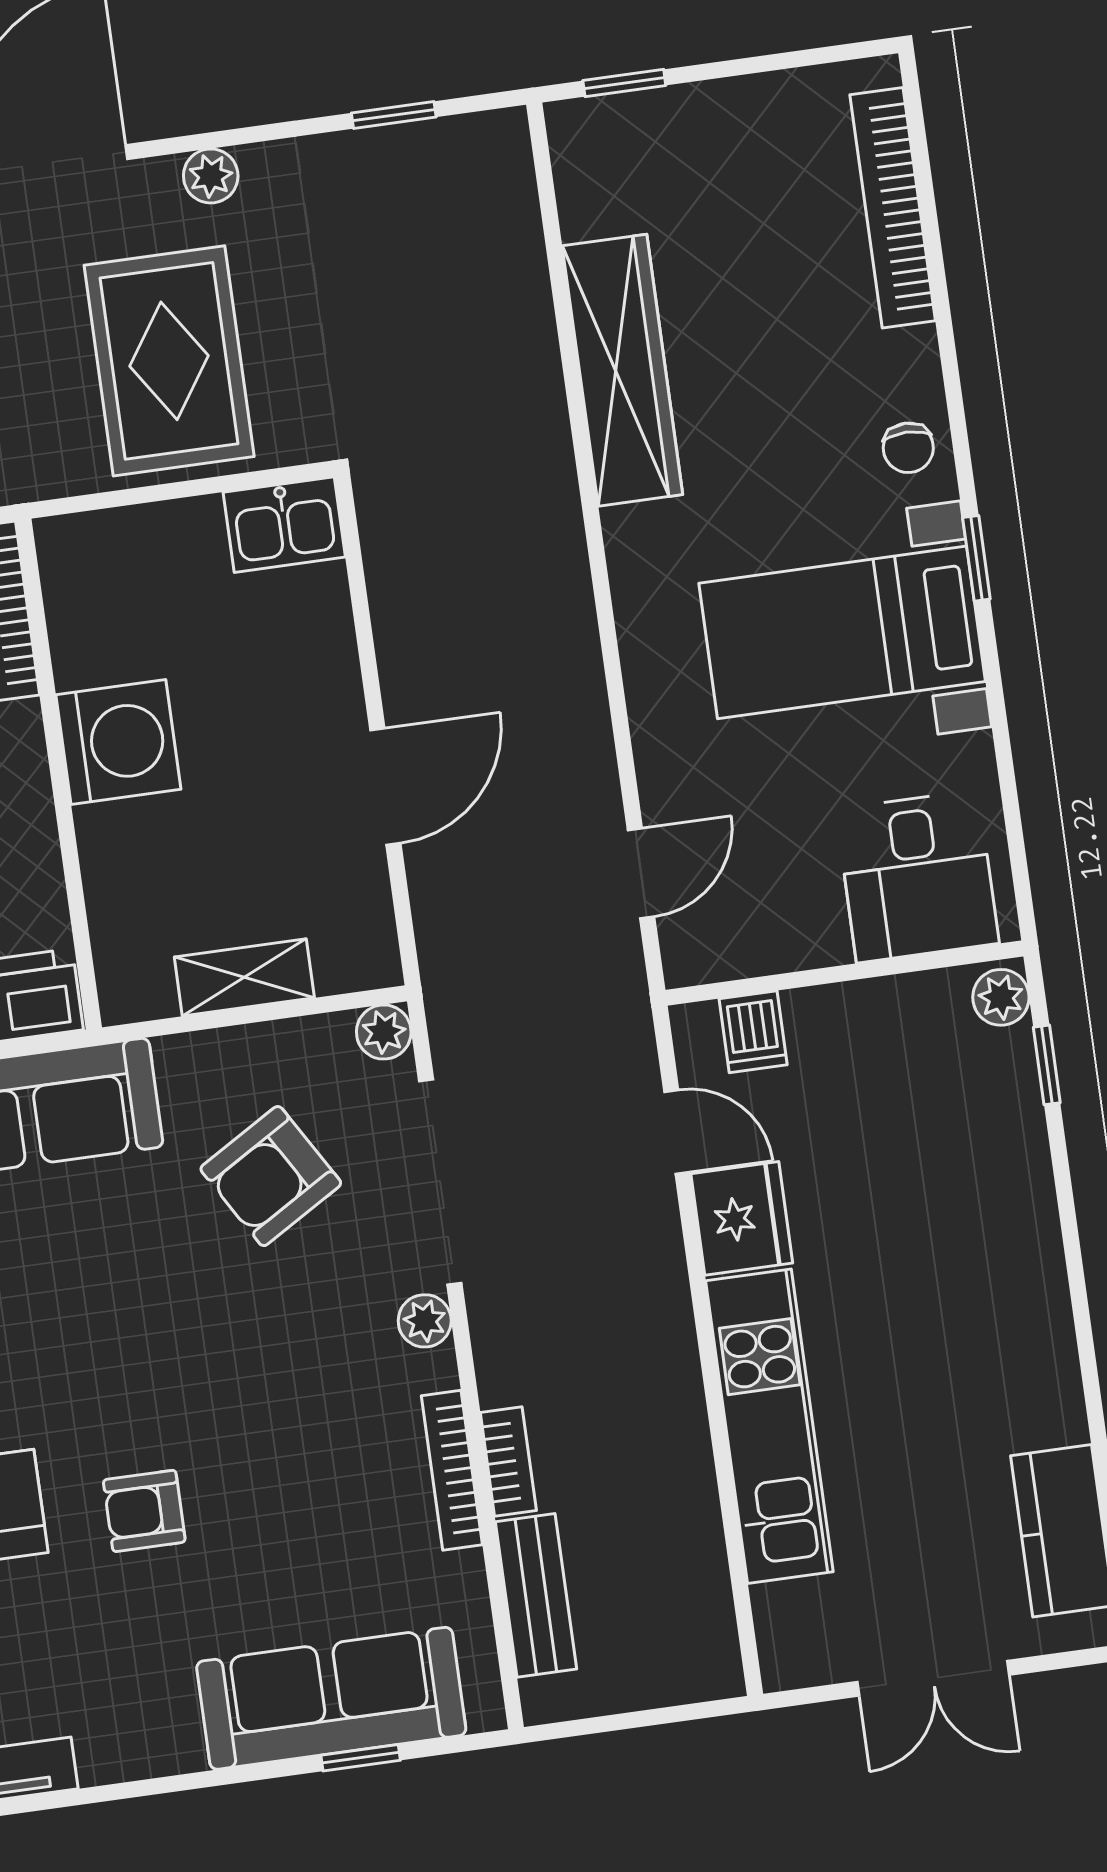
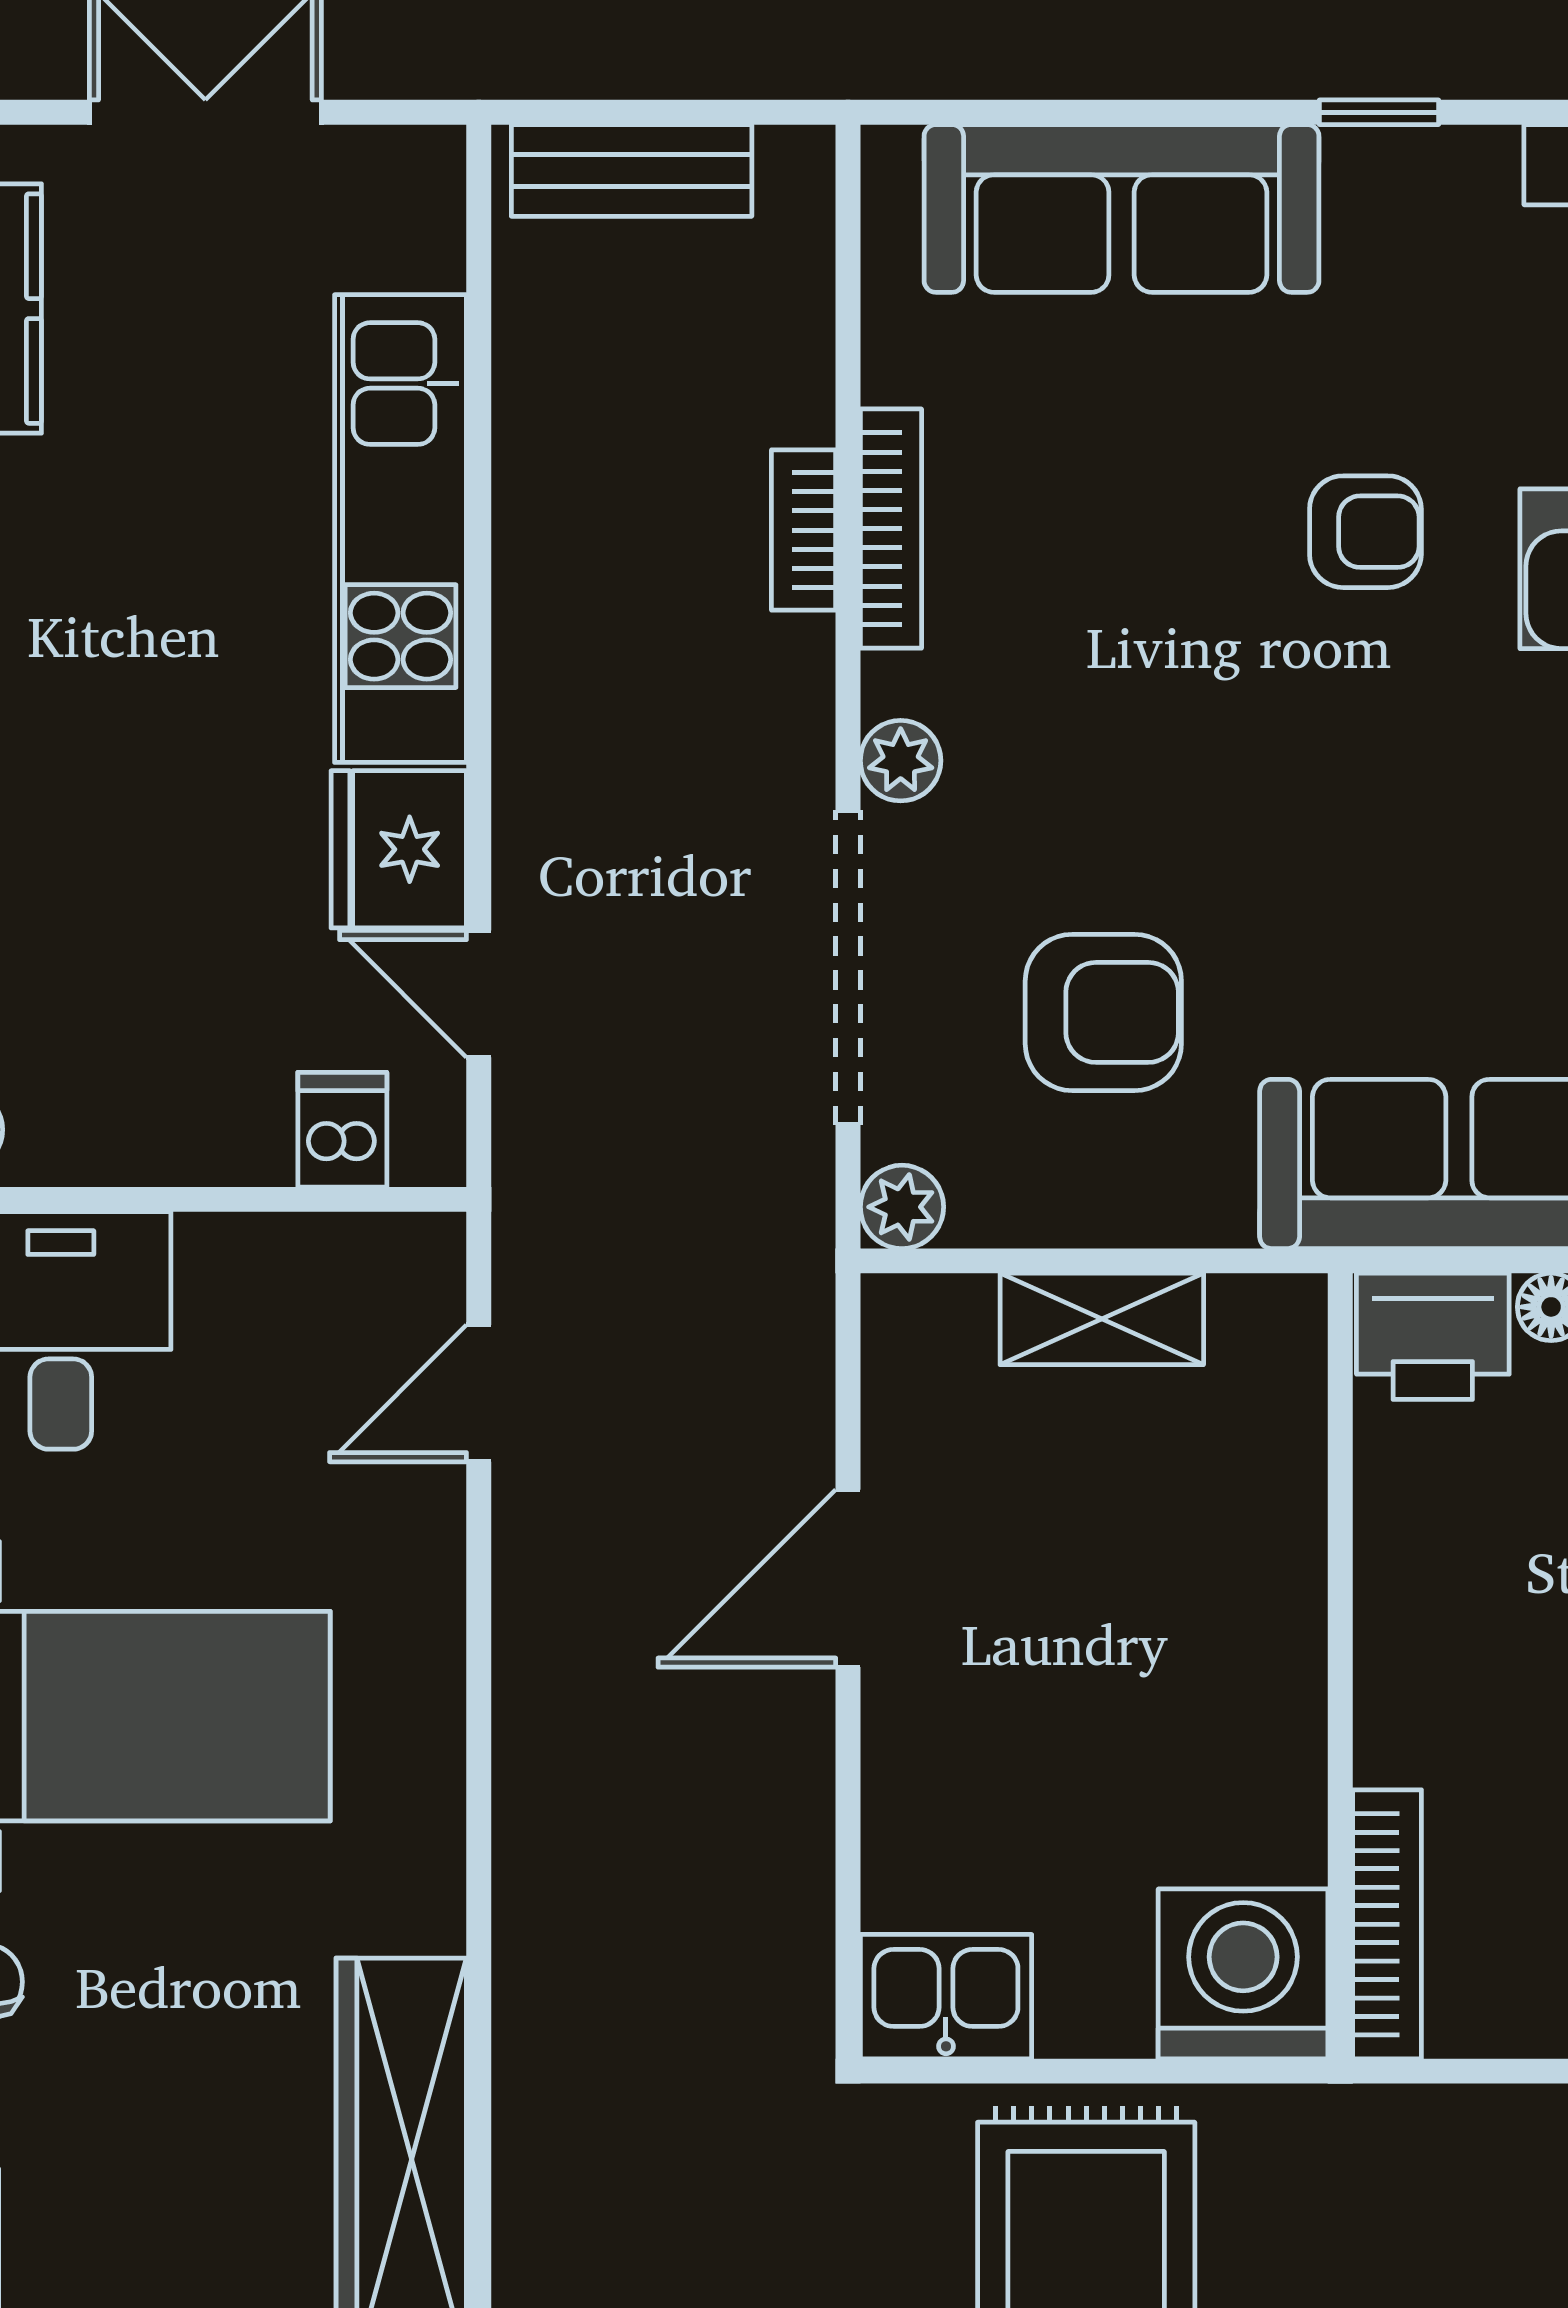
washing machine: (118, 742) -> (1243, 1974), moved, turned 90
armchair: (271, 1176) -> (1103, 1012), turned 31
bench: (536, 1595) -> (632, 170), moved, turned 90
window: (361, 1758) -> (1379, 112), moved

